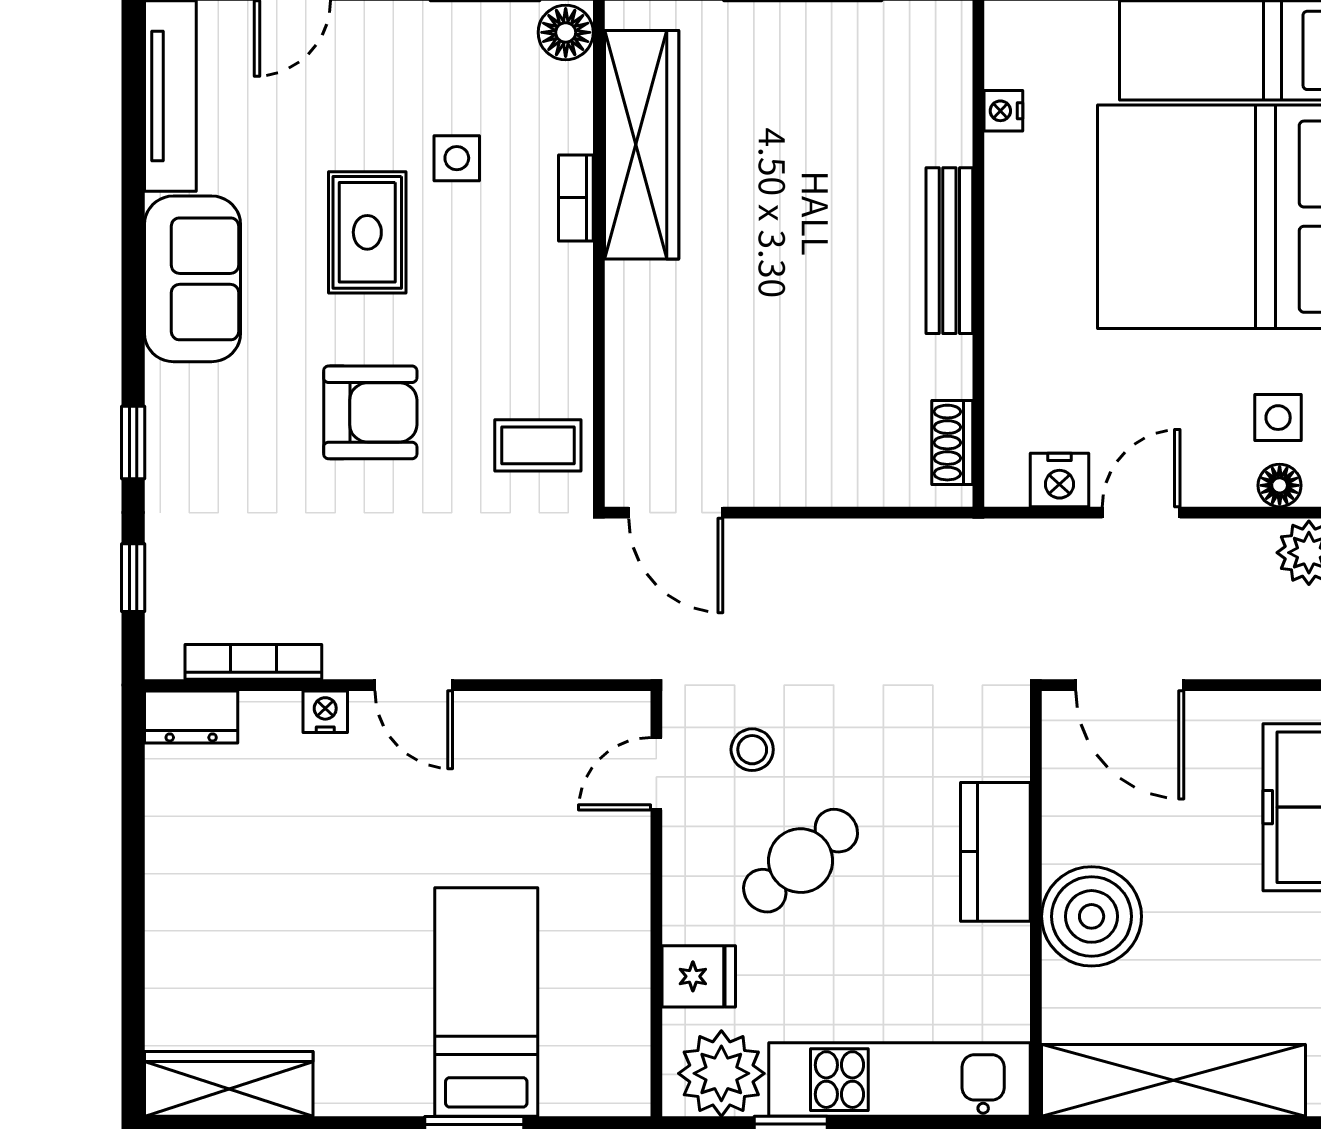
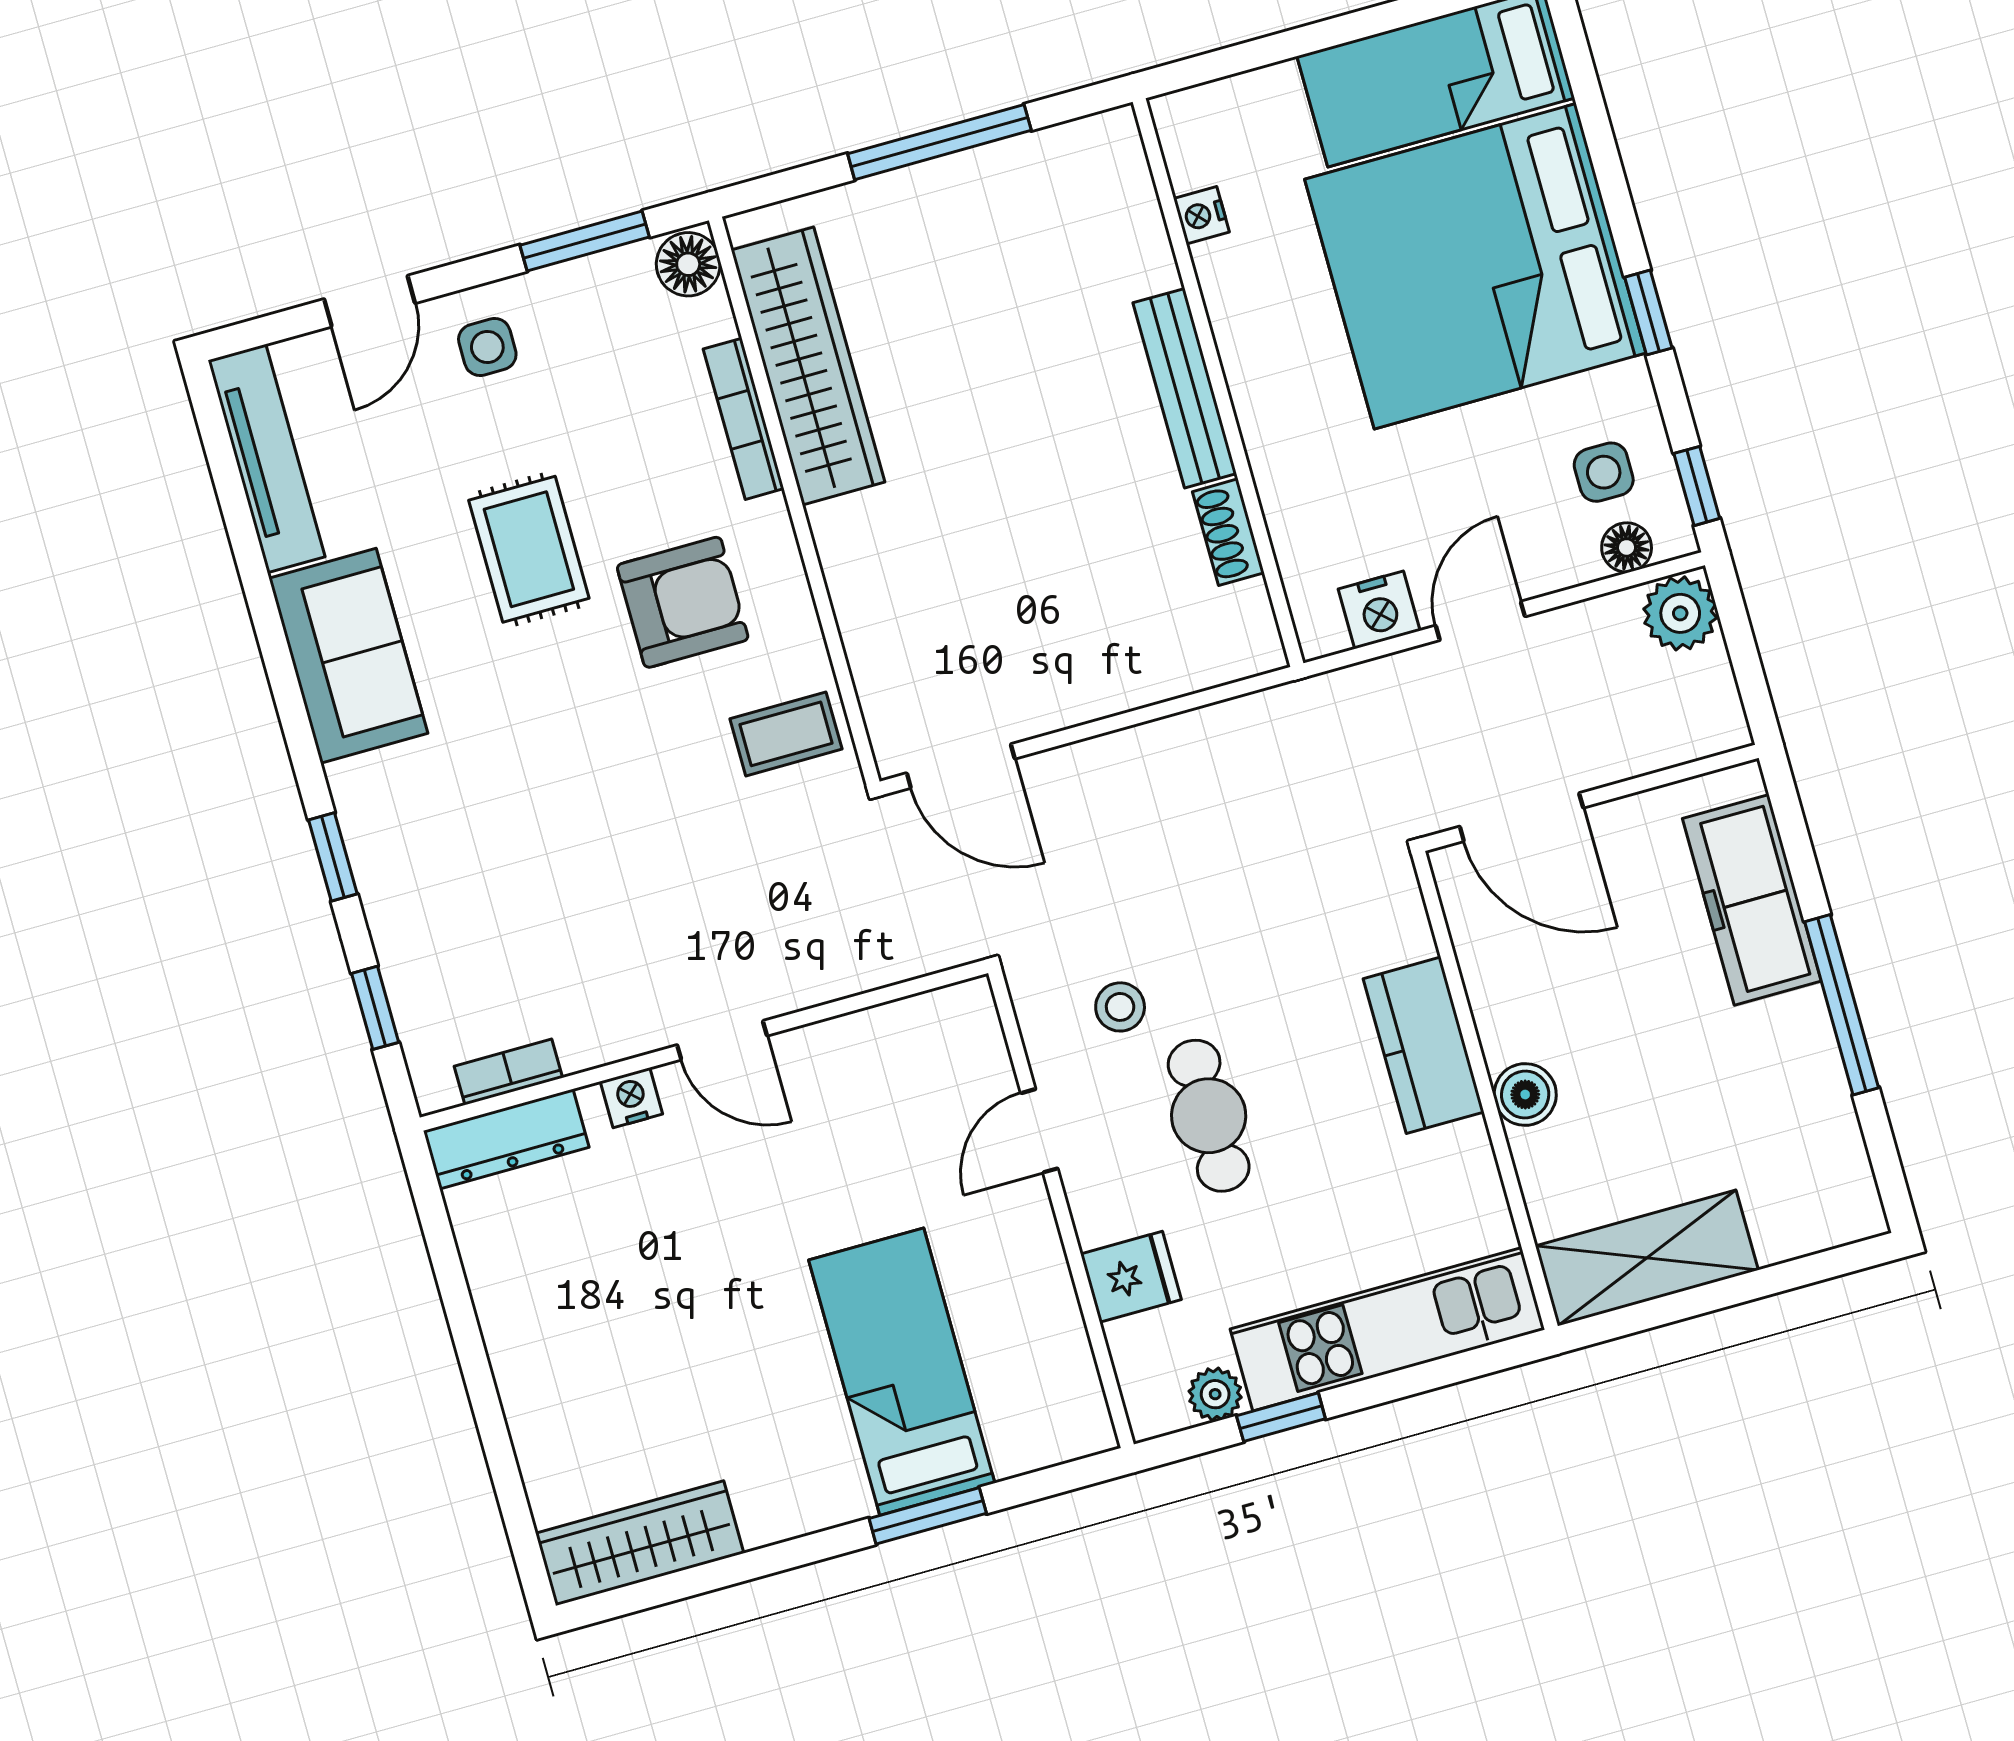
side table: (457, 158) -> (487, 347), moved
bookcase: (576, 198) -> (744, 419), width x1.56
armchair: (370, 412) -> (683, 602), moved
shoe rack: (952, 443) -> (1228, 532), moved
bookcase: (253, 662) -> (508, 1072), width x0.64
dresser: (191, 717) -> (506, 1139), width x1.44
door: (656, 774) -> (1039, 1131), moved
cafe table: (801, 861) -> (1209, 1116), turned -50
boiler: (1092, 916) -> (1525, 1094), width x0.54, depth x0.54
plant: (721, 1073) -> (1215, 1394), width x0.53, depth x0.53
shelving: (1174, 1080) -> (1647, 1258), width x0.68

